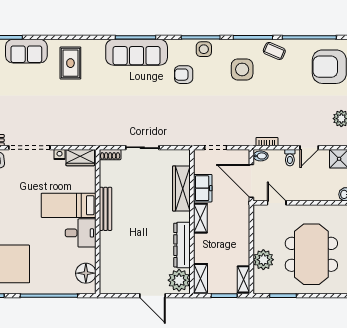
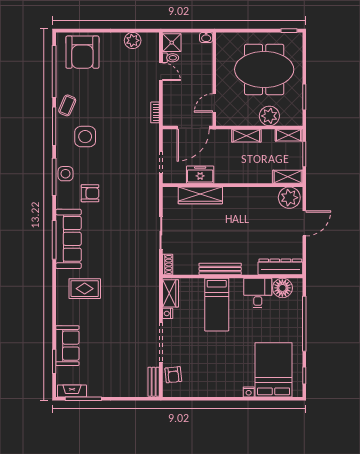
rug: (70, 63) -> (85, 289), moved
armchair: (184, 75) -> (90, 193), turned -90
bidet: (261, 156) -> (169, 119), removed
toilet: (290, 158) -> (171, 58), moved
shelving: (200, 218) -> (246, 136), moved
desk: (81, 233) -> (258, 293), moved
dresser: (182, 245) -> (280, 267), moved, turned 180

